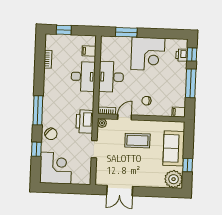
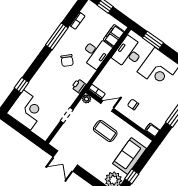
filing cabinet: (89, 51) -> (114, 36), width x2.00
desk: (111, 77) -> (128, 53), moved
window: (38, 110) -> (57, 36), moved
printer: (85, 121) -> (79, 86), width x0.53, depth x0.68
chair: (51, 134) -> (67, 61), moved

